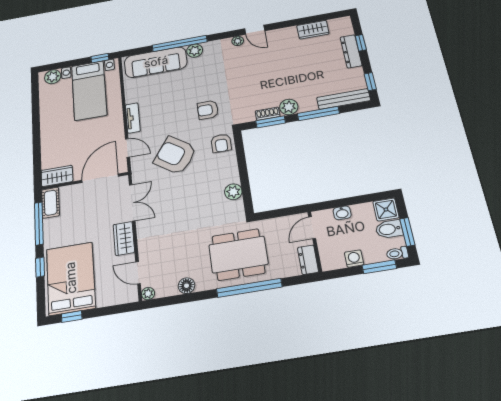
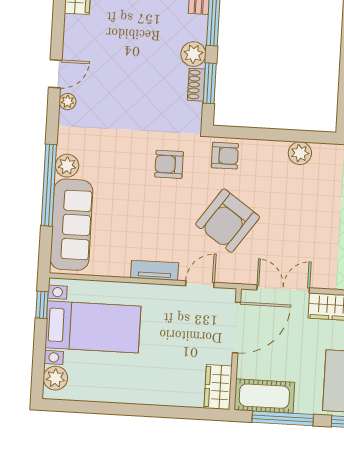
armchair: (208, 110) -> (169, 164), turned 90
door: (100, 178) -> (237, 328), swing flipped
cot: (51, 203) -> (264, 396), width x1.37, depth x1.34

